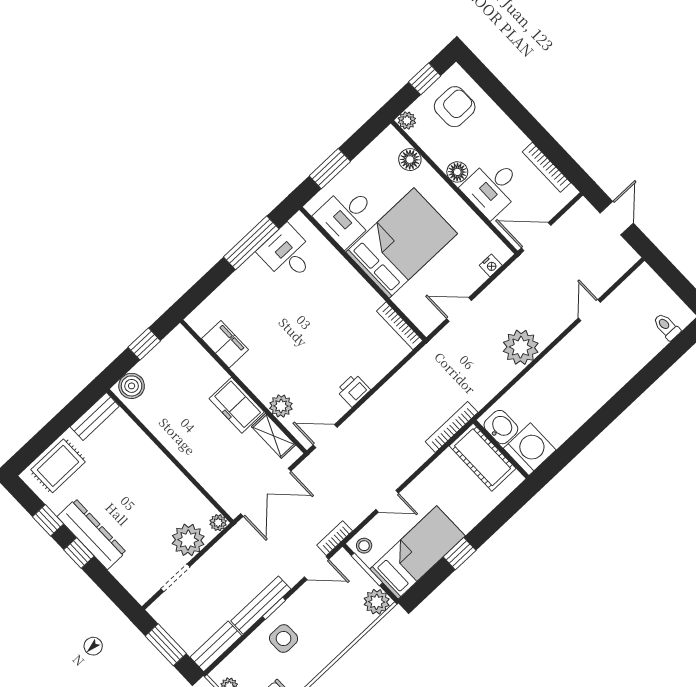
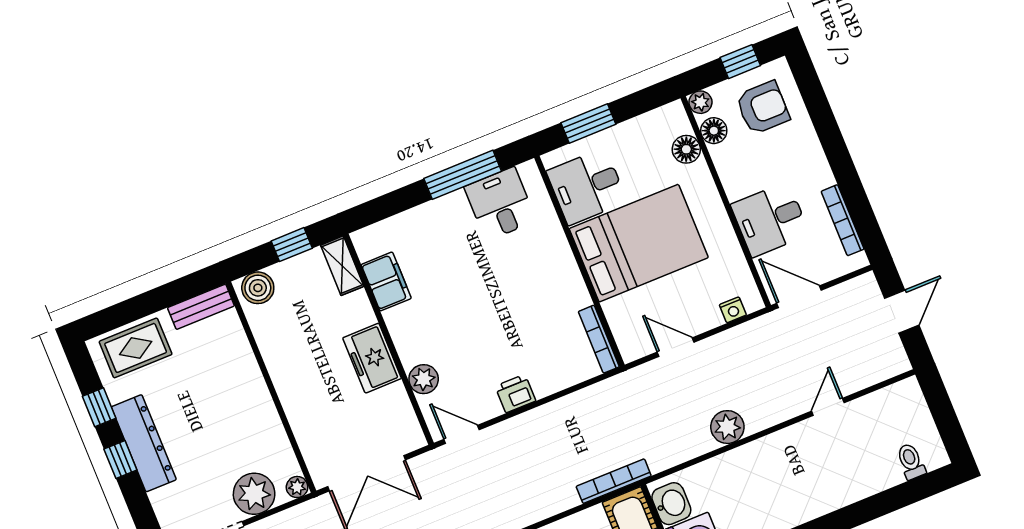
floor lamp: (457, 172) -> (714, 131), moved
plant: (521, 347) -> (727, 427), width x0.73, depth x0.73
shelving: (274, 436) -> (342, 266), moved

